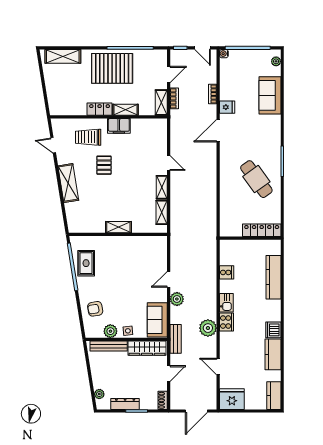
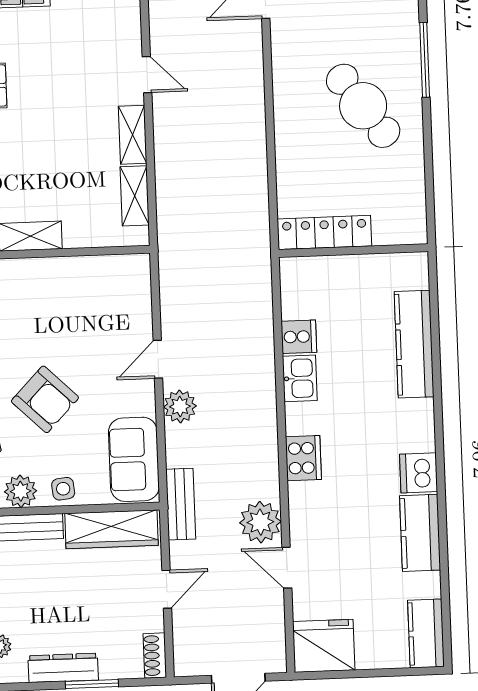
locker: (262, 230) -> (324, 232), moved
armchair: (122, 294) -> (45, 399), added
kitchen sink: (226, 303) -> (300, 378), moved
plant: (208, 328) -> (260, 522), moved

